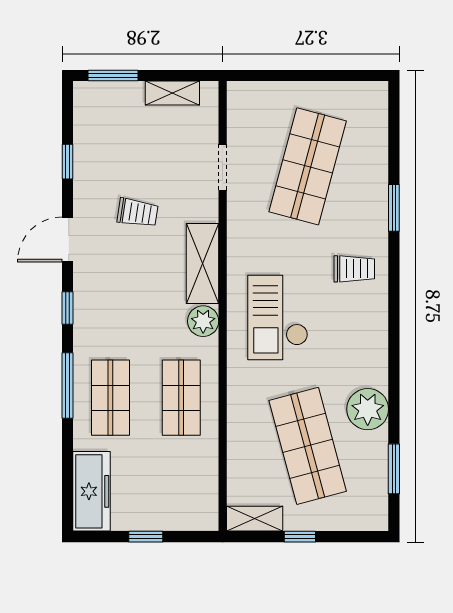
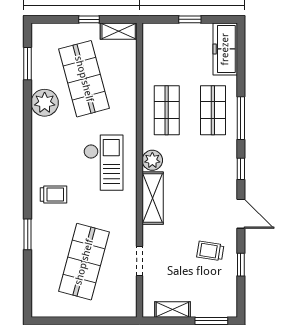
trolley: (138, 213) -> (210, 251), moved
door: (68, 239) -> (241, 214), hinge flipped
trolley: (354, 269) -> (53, 194), turned 180

